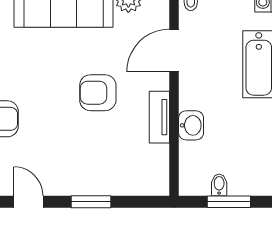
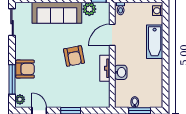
armchair: (98, 93) -> (74, 56), turned -101

